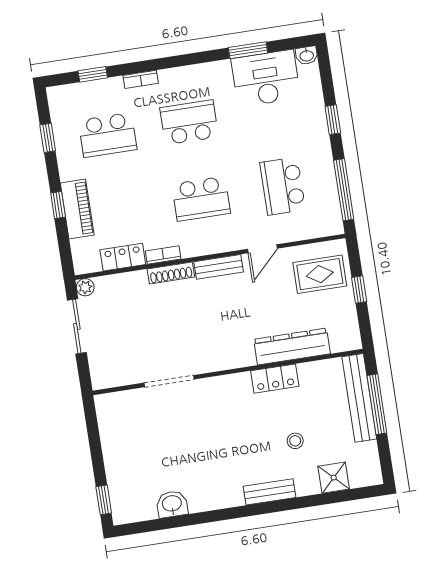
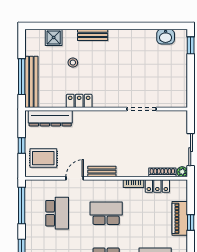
shoe rack: (171, 273) -> (162, 172), moved
dresser: (292, 347) -> (50, 118), moved
washbasin: (172, 504) -> (166, 37), moved

